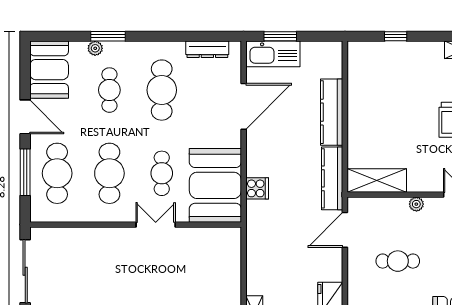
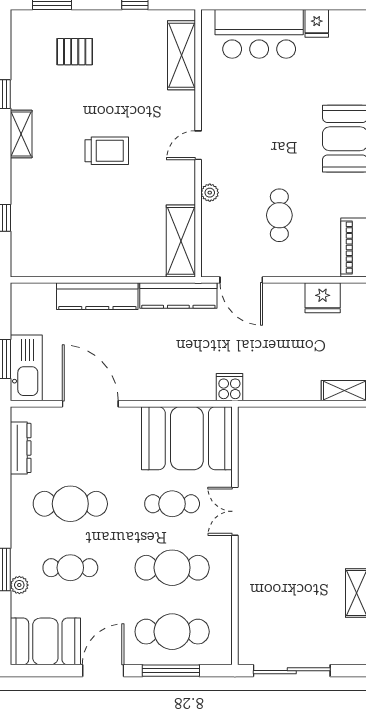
cooker: (257, 188) -> (229, 387), moved

